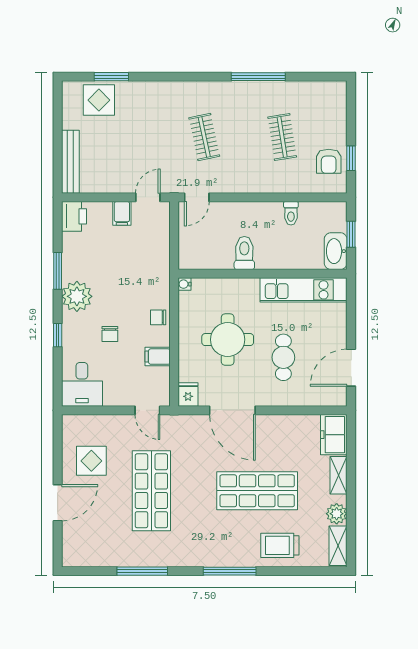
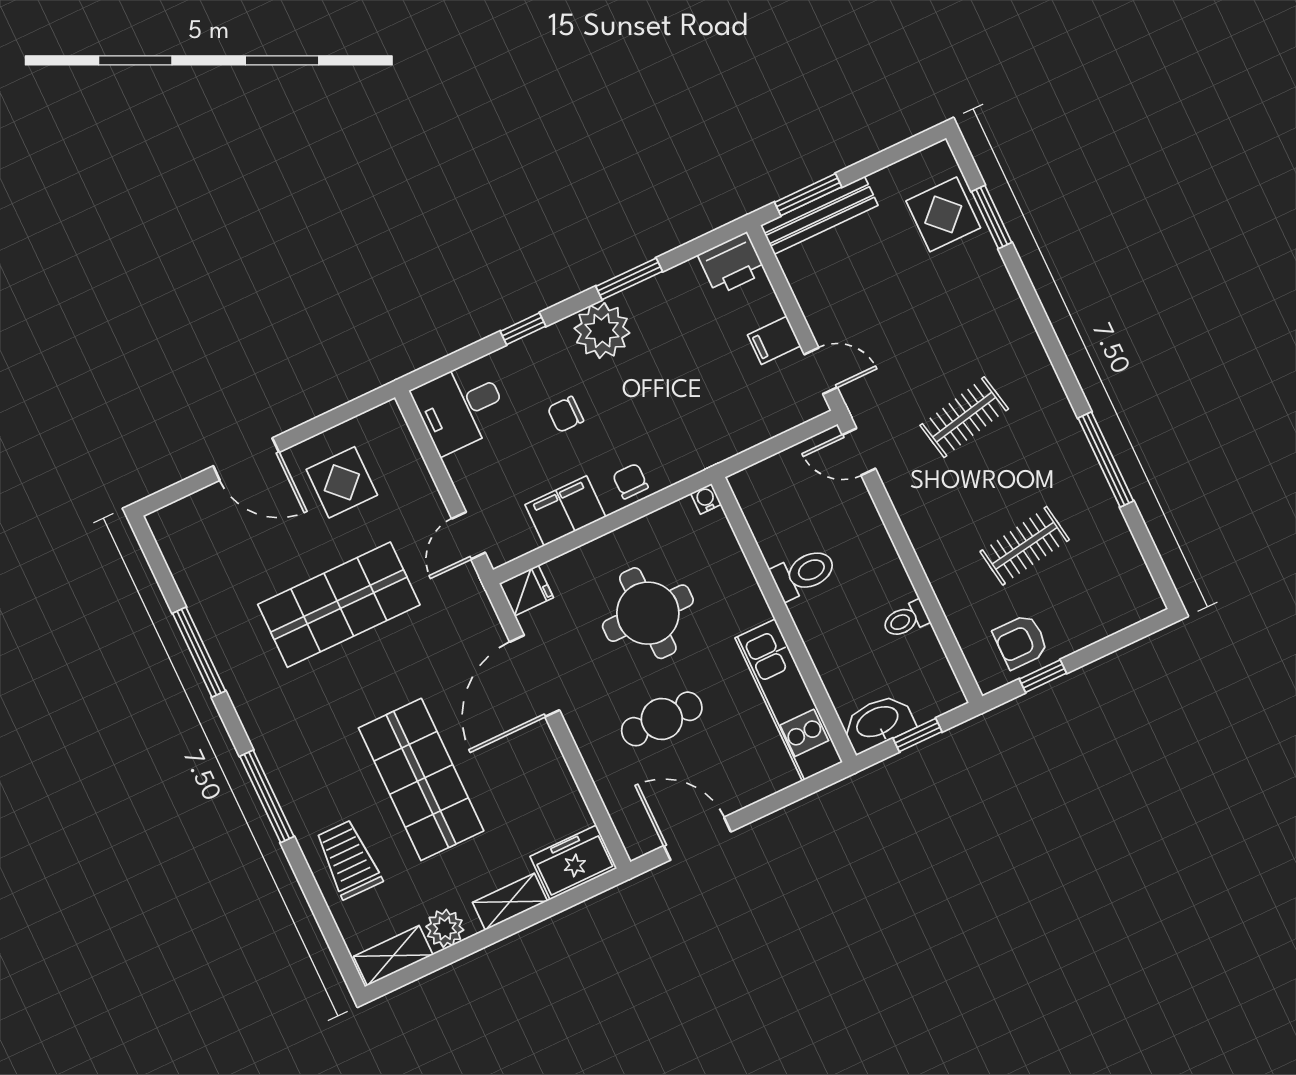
window: (58, 162) -> (808, 195), added
filing cabinet: (158, 357) -> (565, 511), width x2.00

